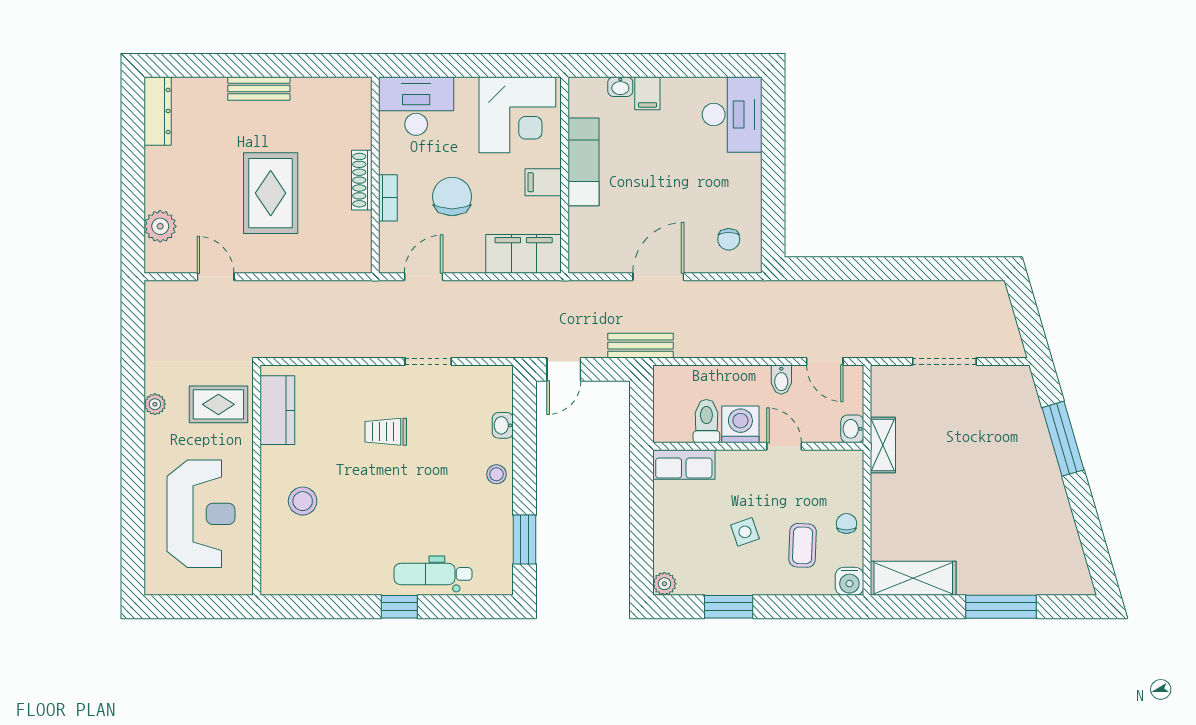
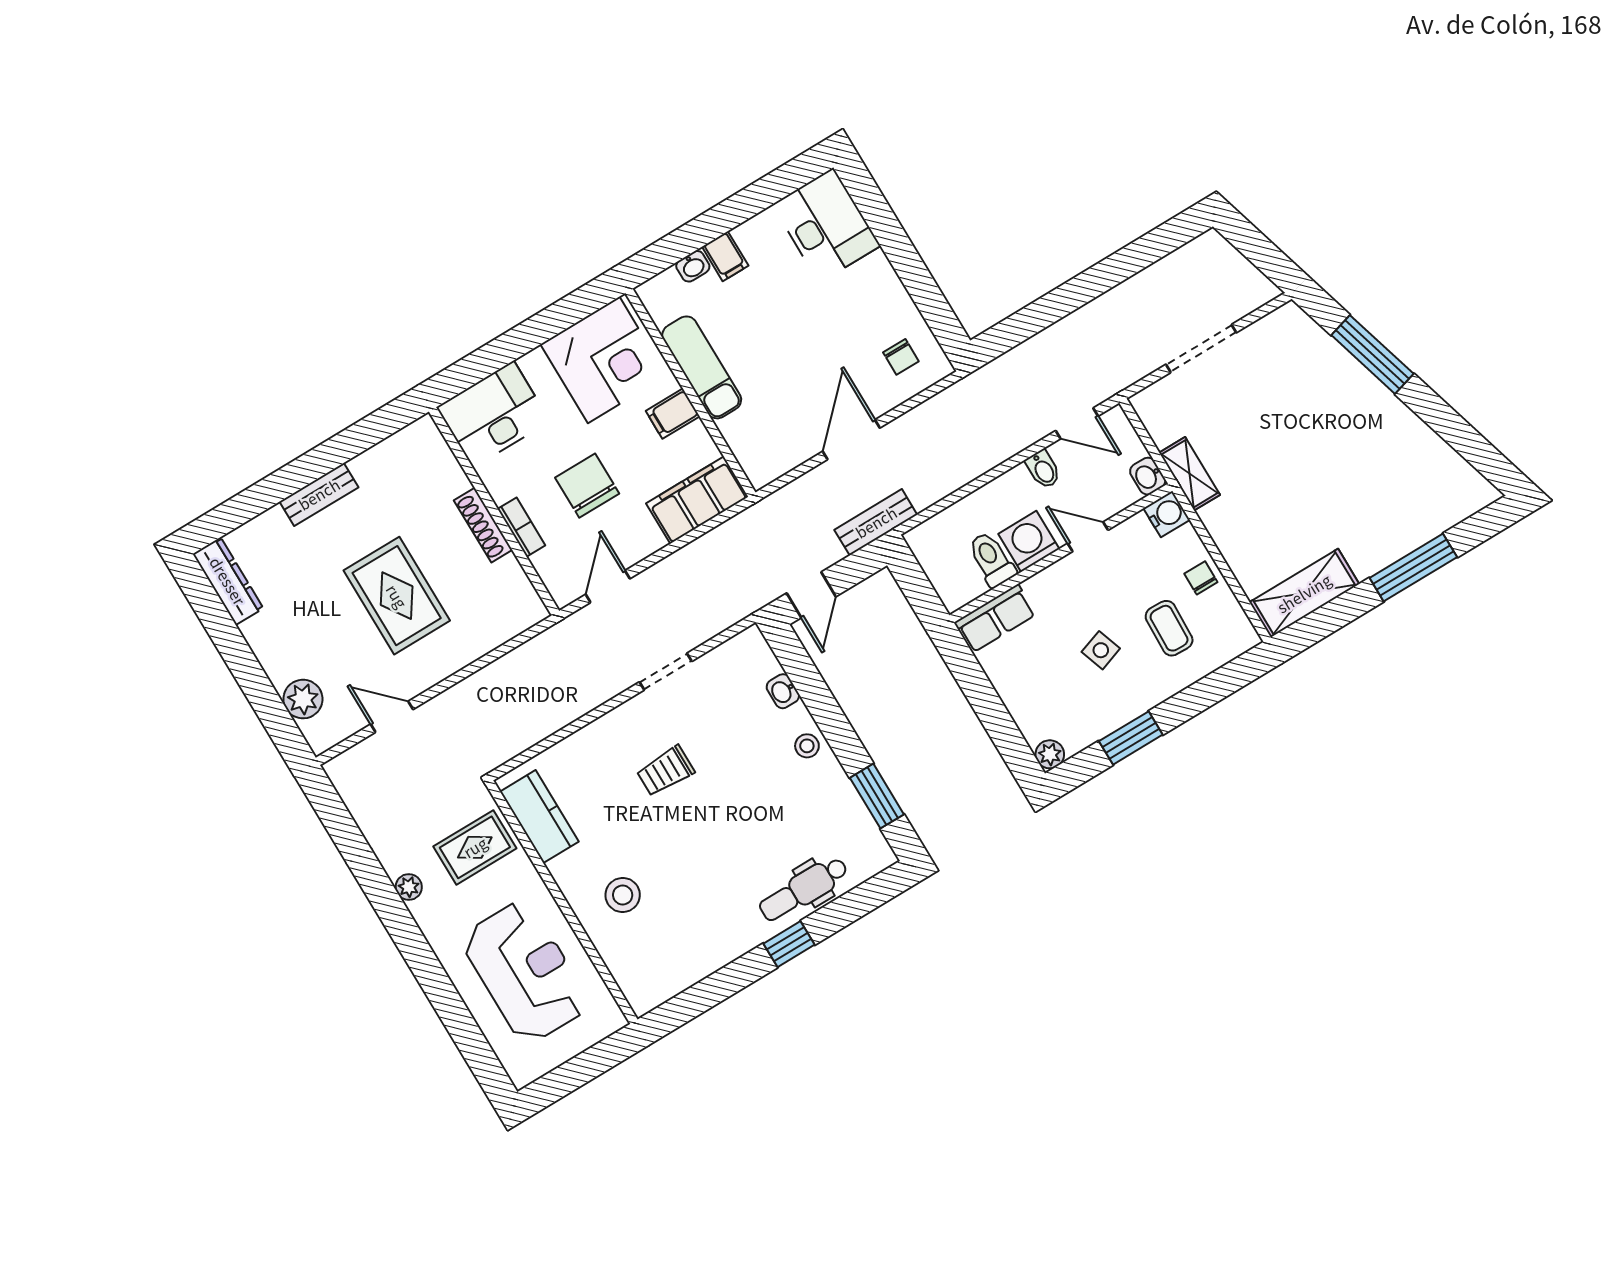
water cooler: (849, 581) -> (1167, 514), moved, turned -90

